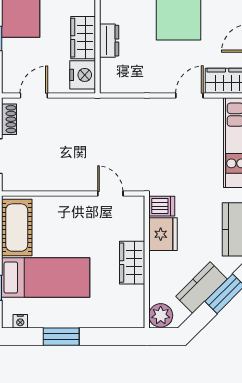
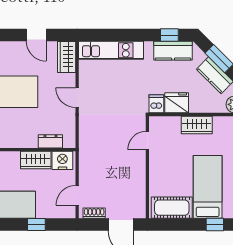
dresser: (109, 41) -> (50, 141), moved
door: (34, 95) -> (77, 195), hinge flipped
door: (189, 95) -> (77, 98), moved

